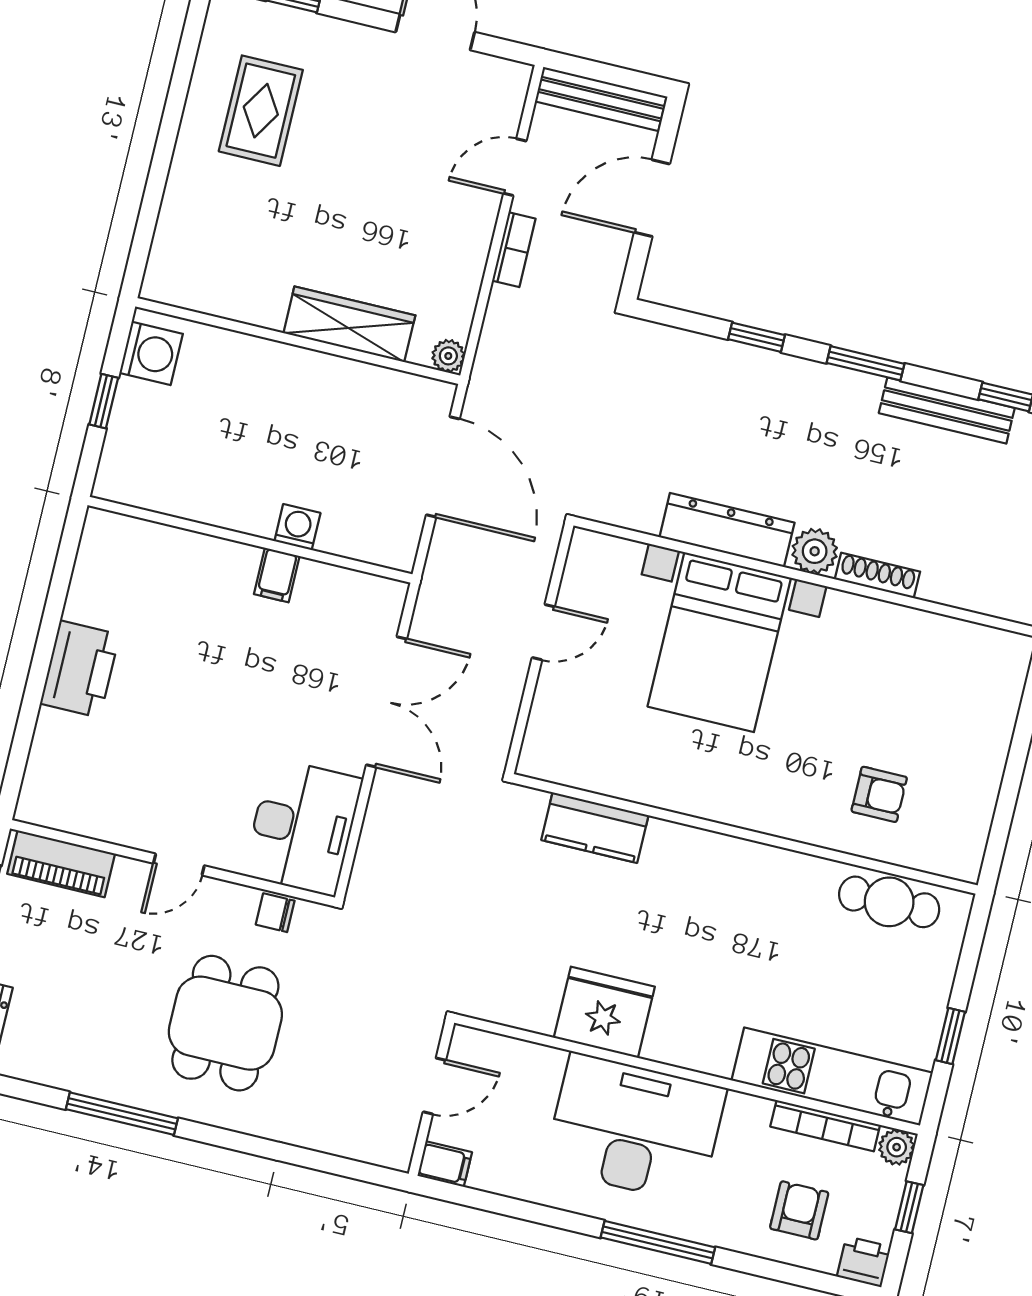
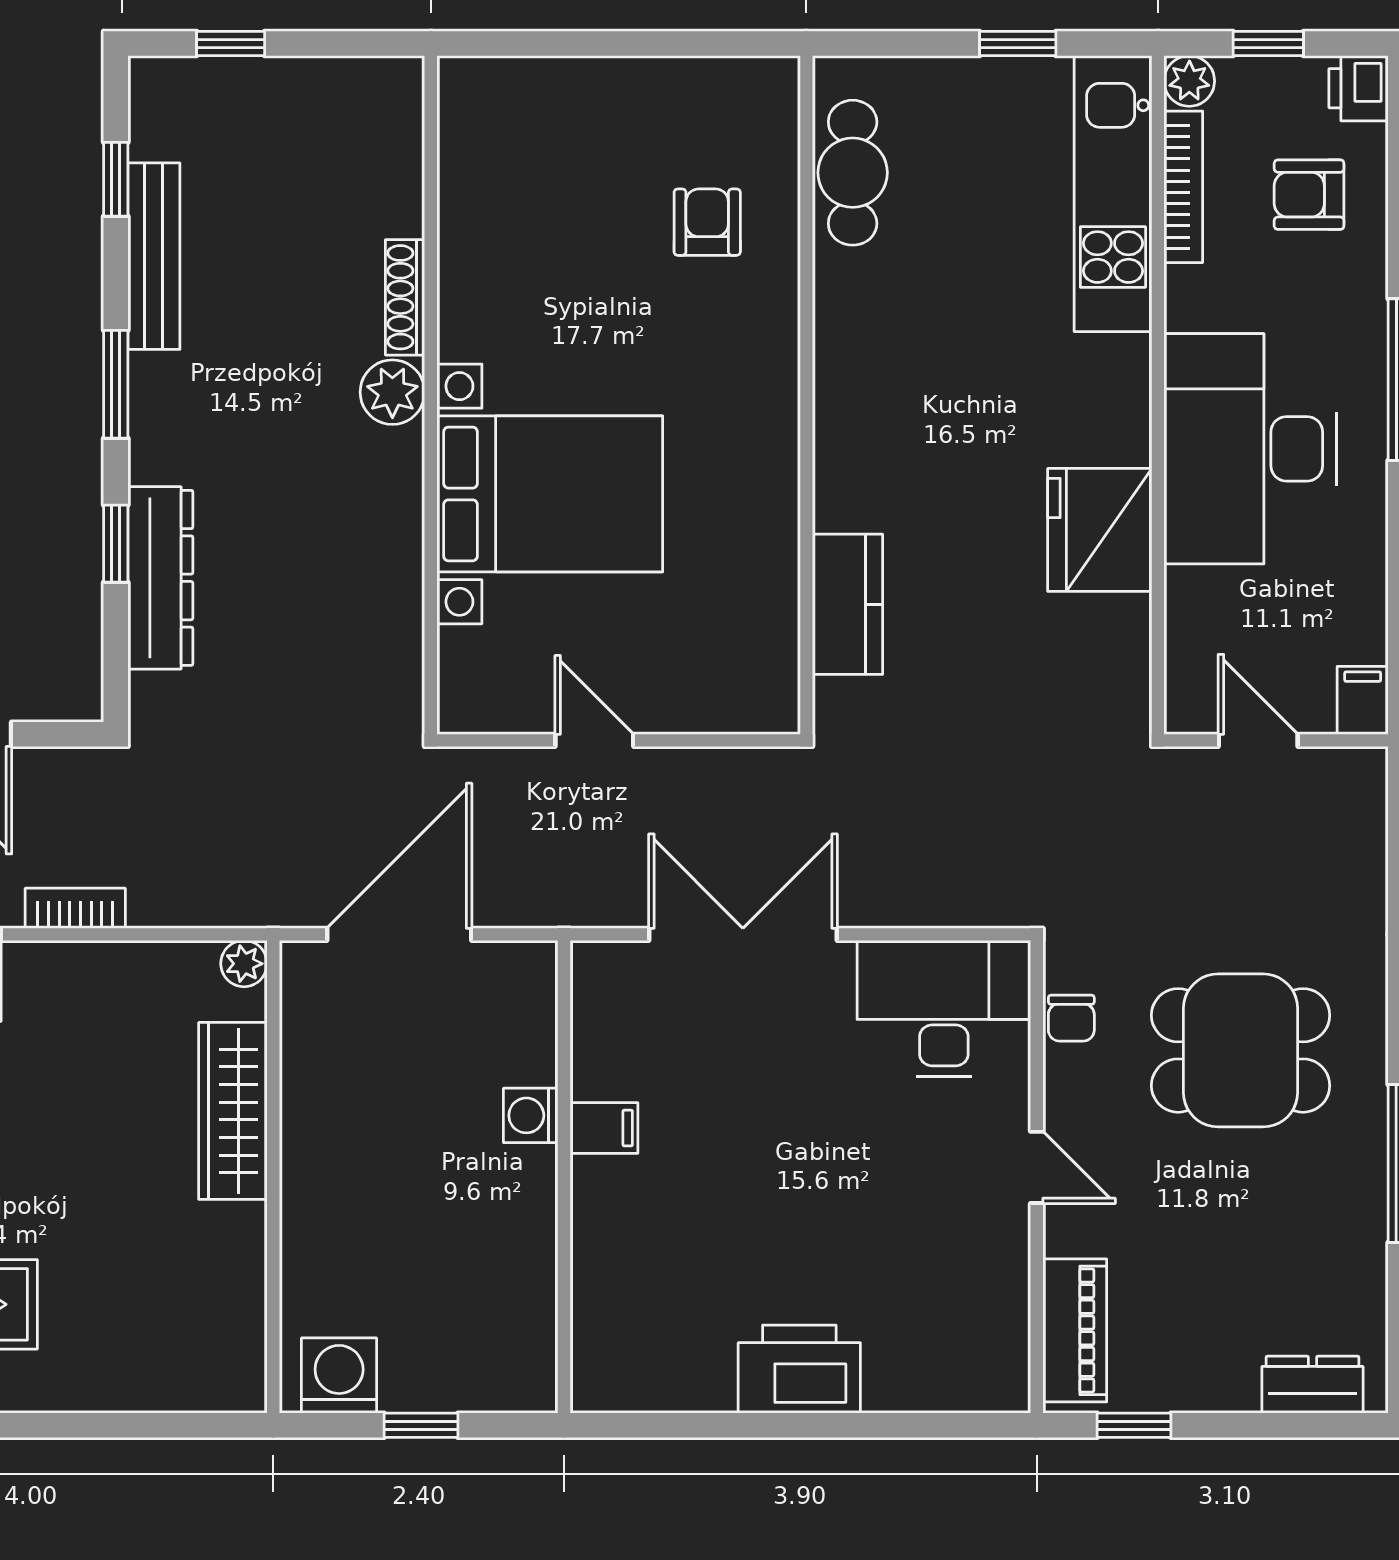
dresser: (727, 530) -> (160, 578), moved, turned 180

